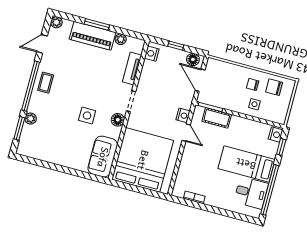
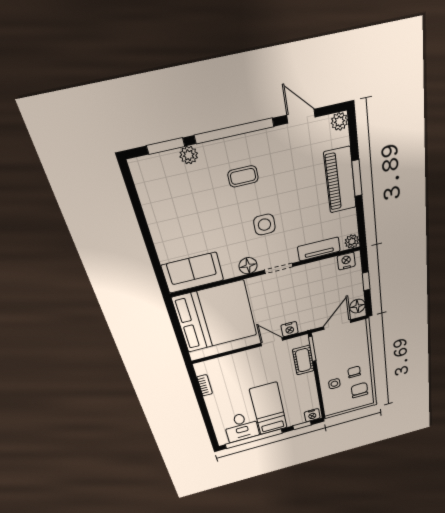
plant: (121, 39) -> (352, 241), moved
coffee table: (46, 83) -> (243, 176), moved
side table: (87, 116) -> (264, 225), moved
door: (186, 133) -> (272, 342), swing flipped

